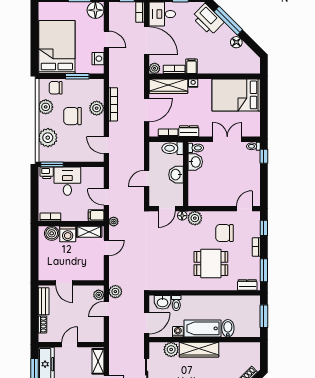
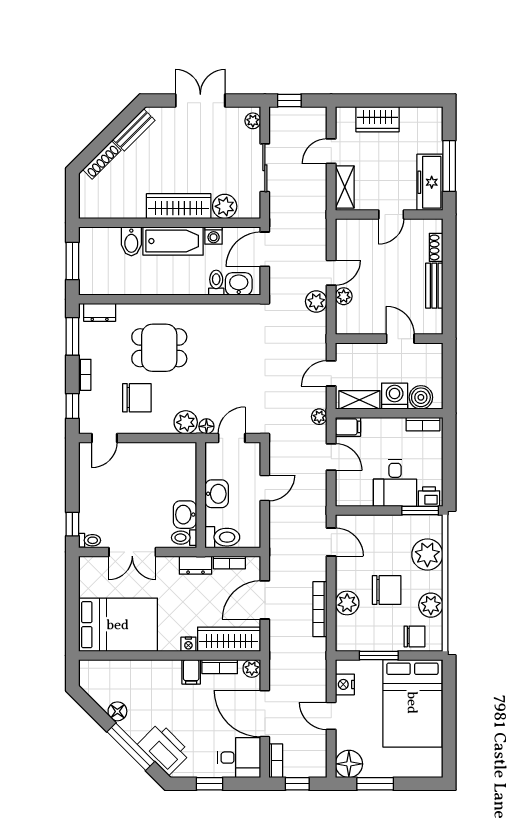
door: (64, 283) -> (400, 339), moved
wall: (71, 283) -> (389, 339), moved

